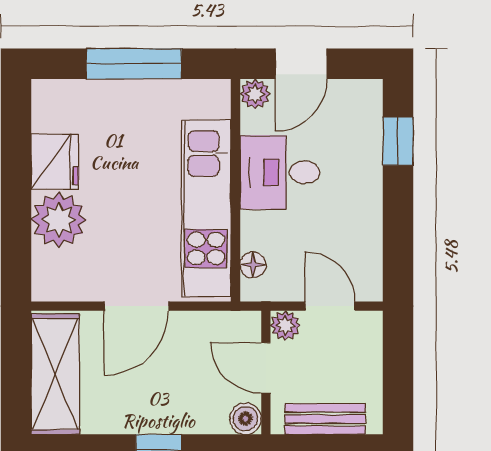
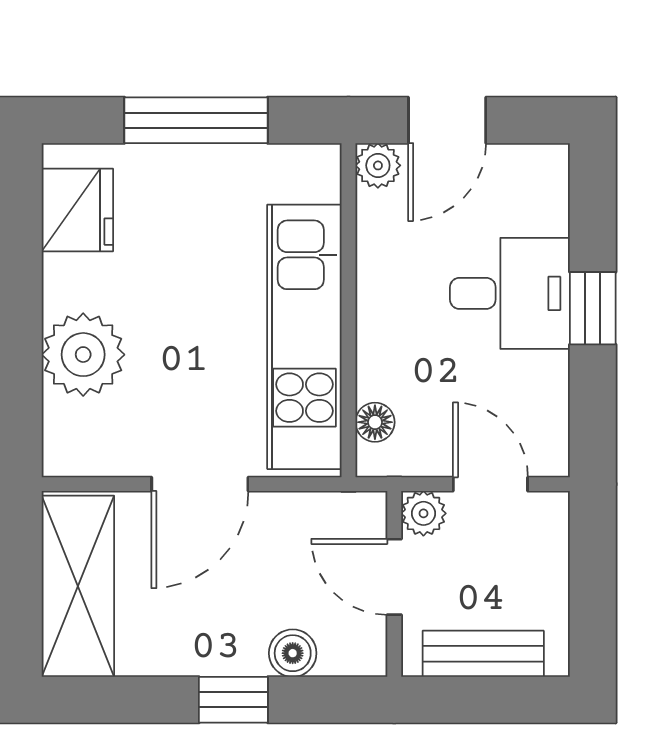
window: (398, 141) -> (593, 308), moved
fridge: (55, 162) -> (77, 210), moved
desk: (280, 172) -> (510, 293), moved, turned 180
boiler: (245, 419) -> (293, 653), moved

